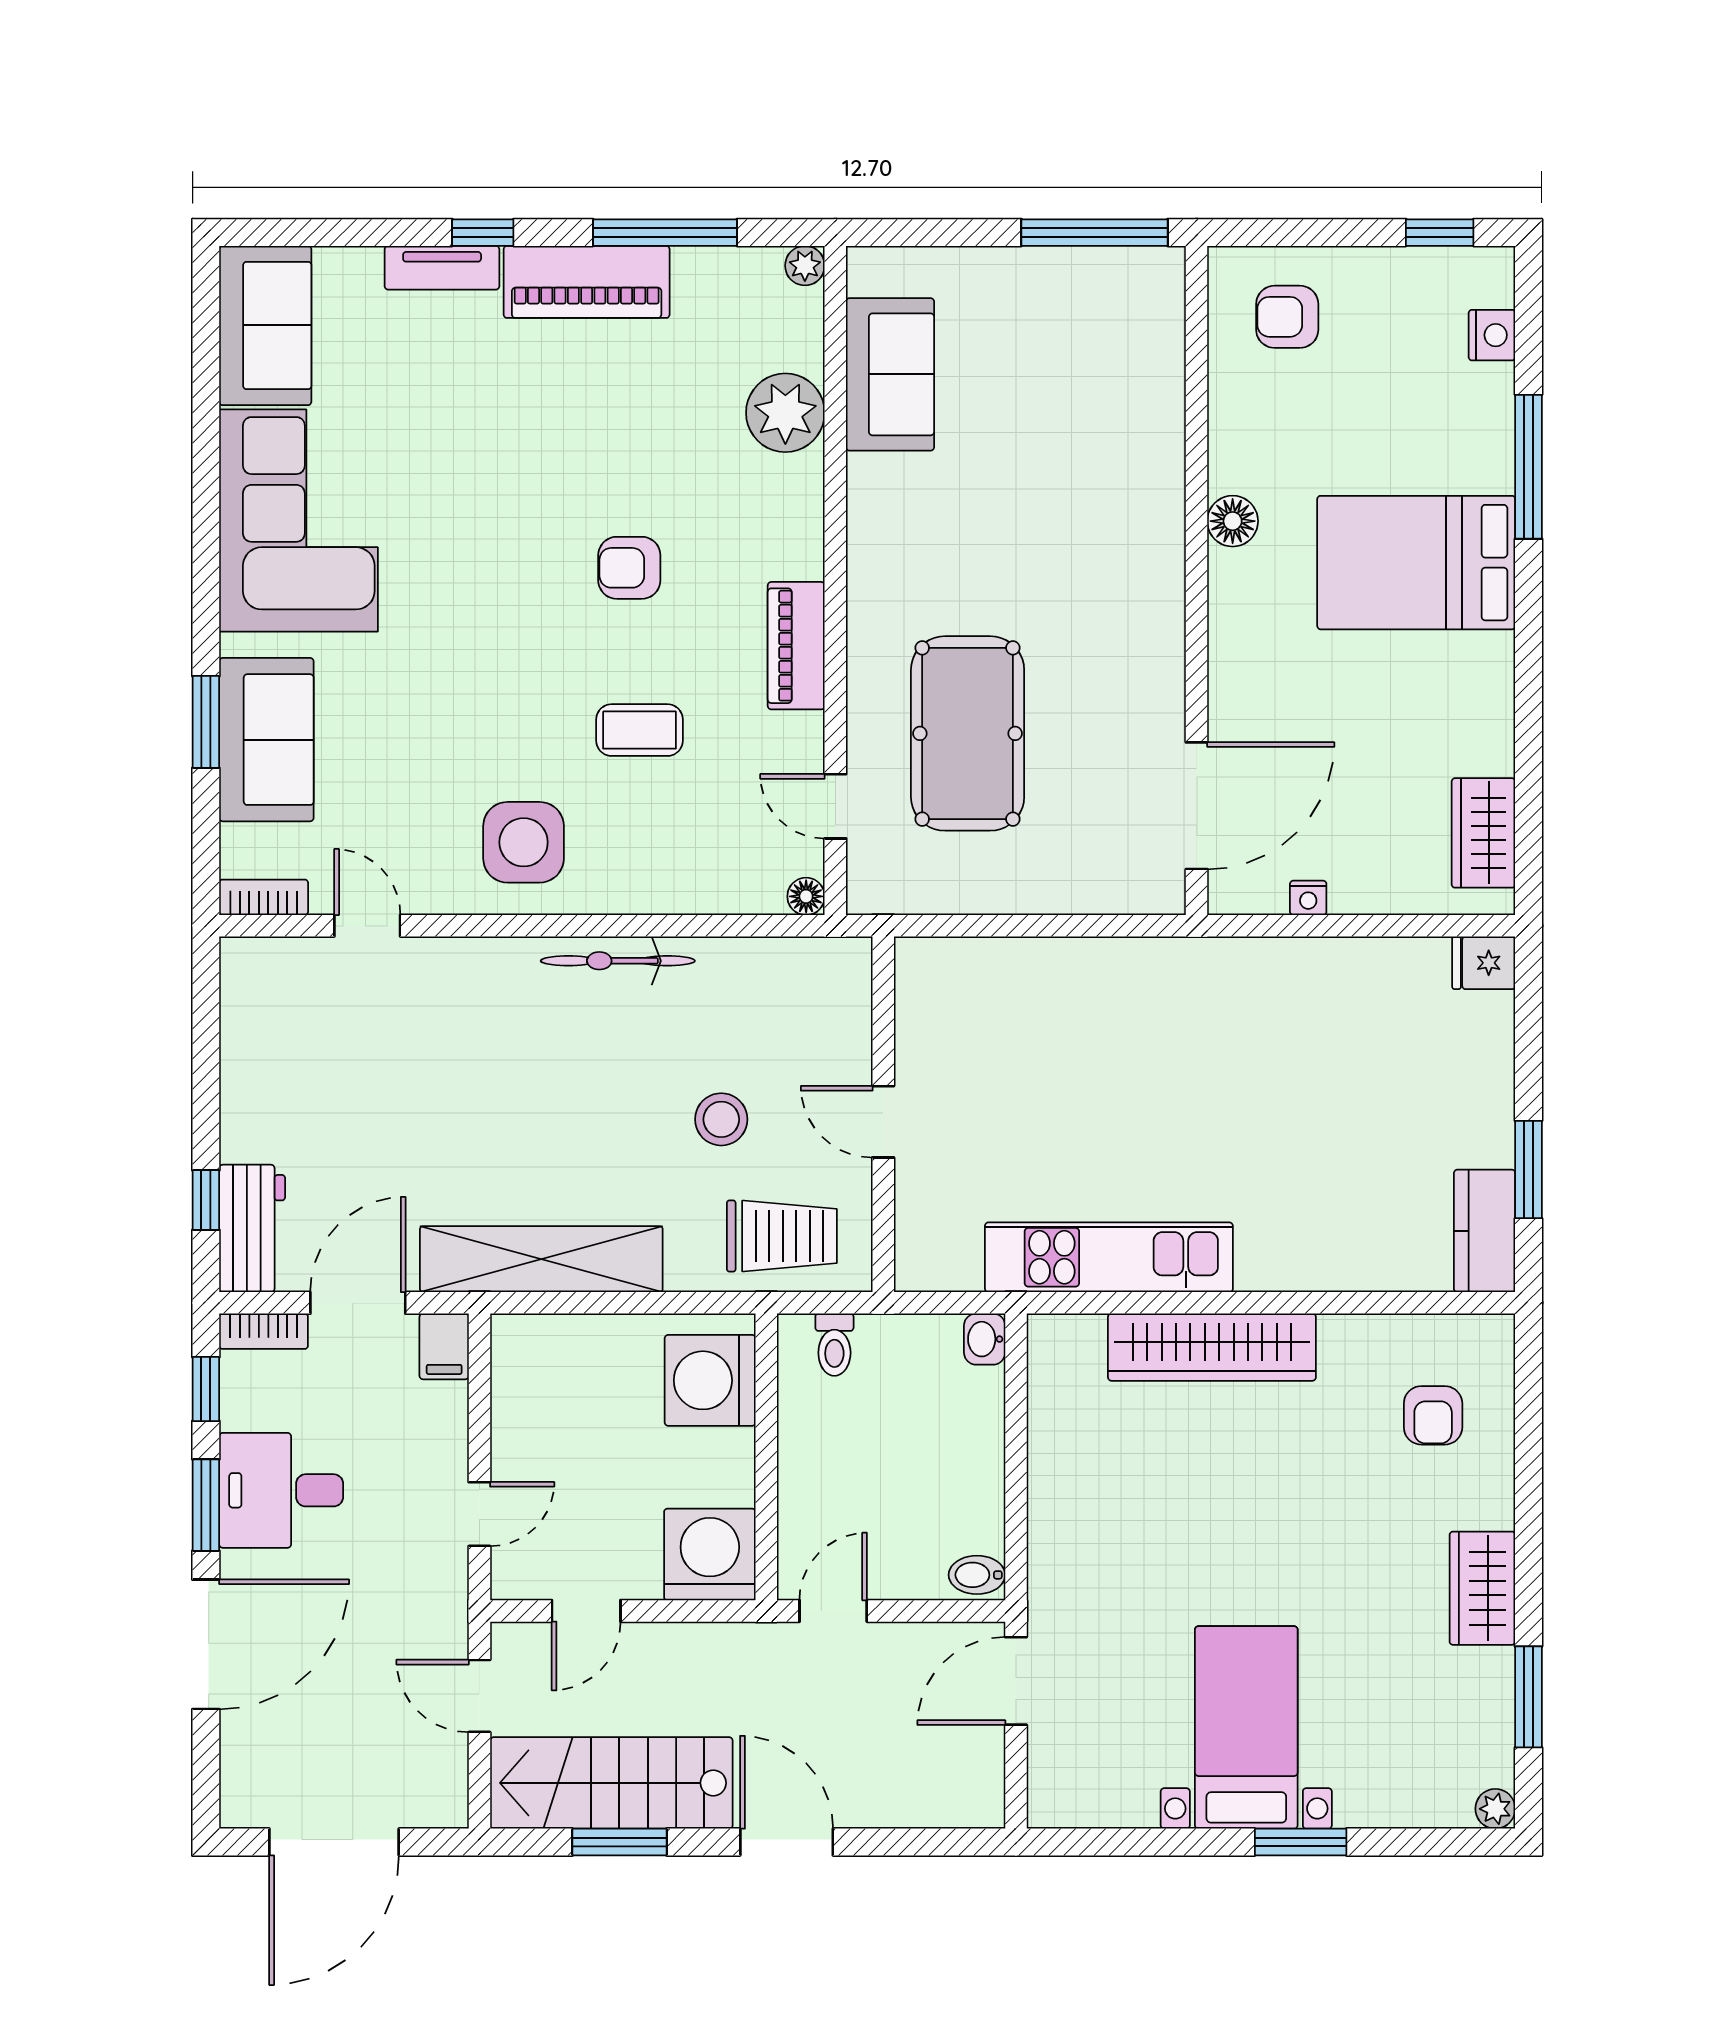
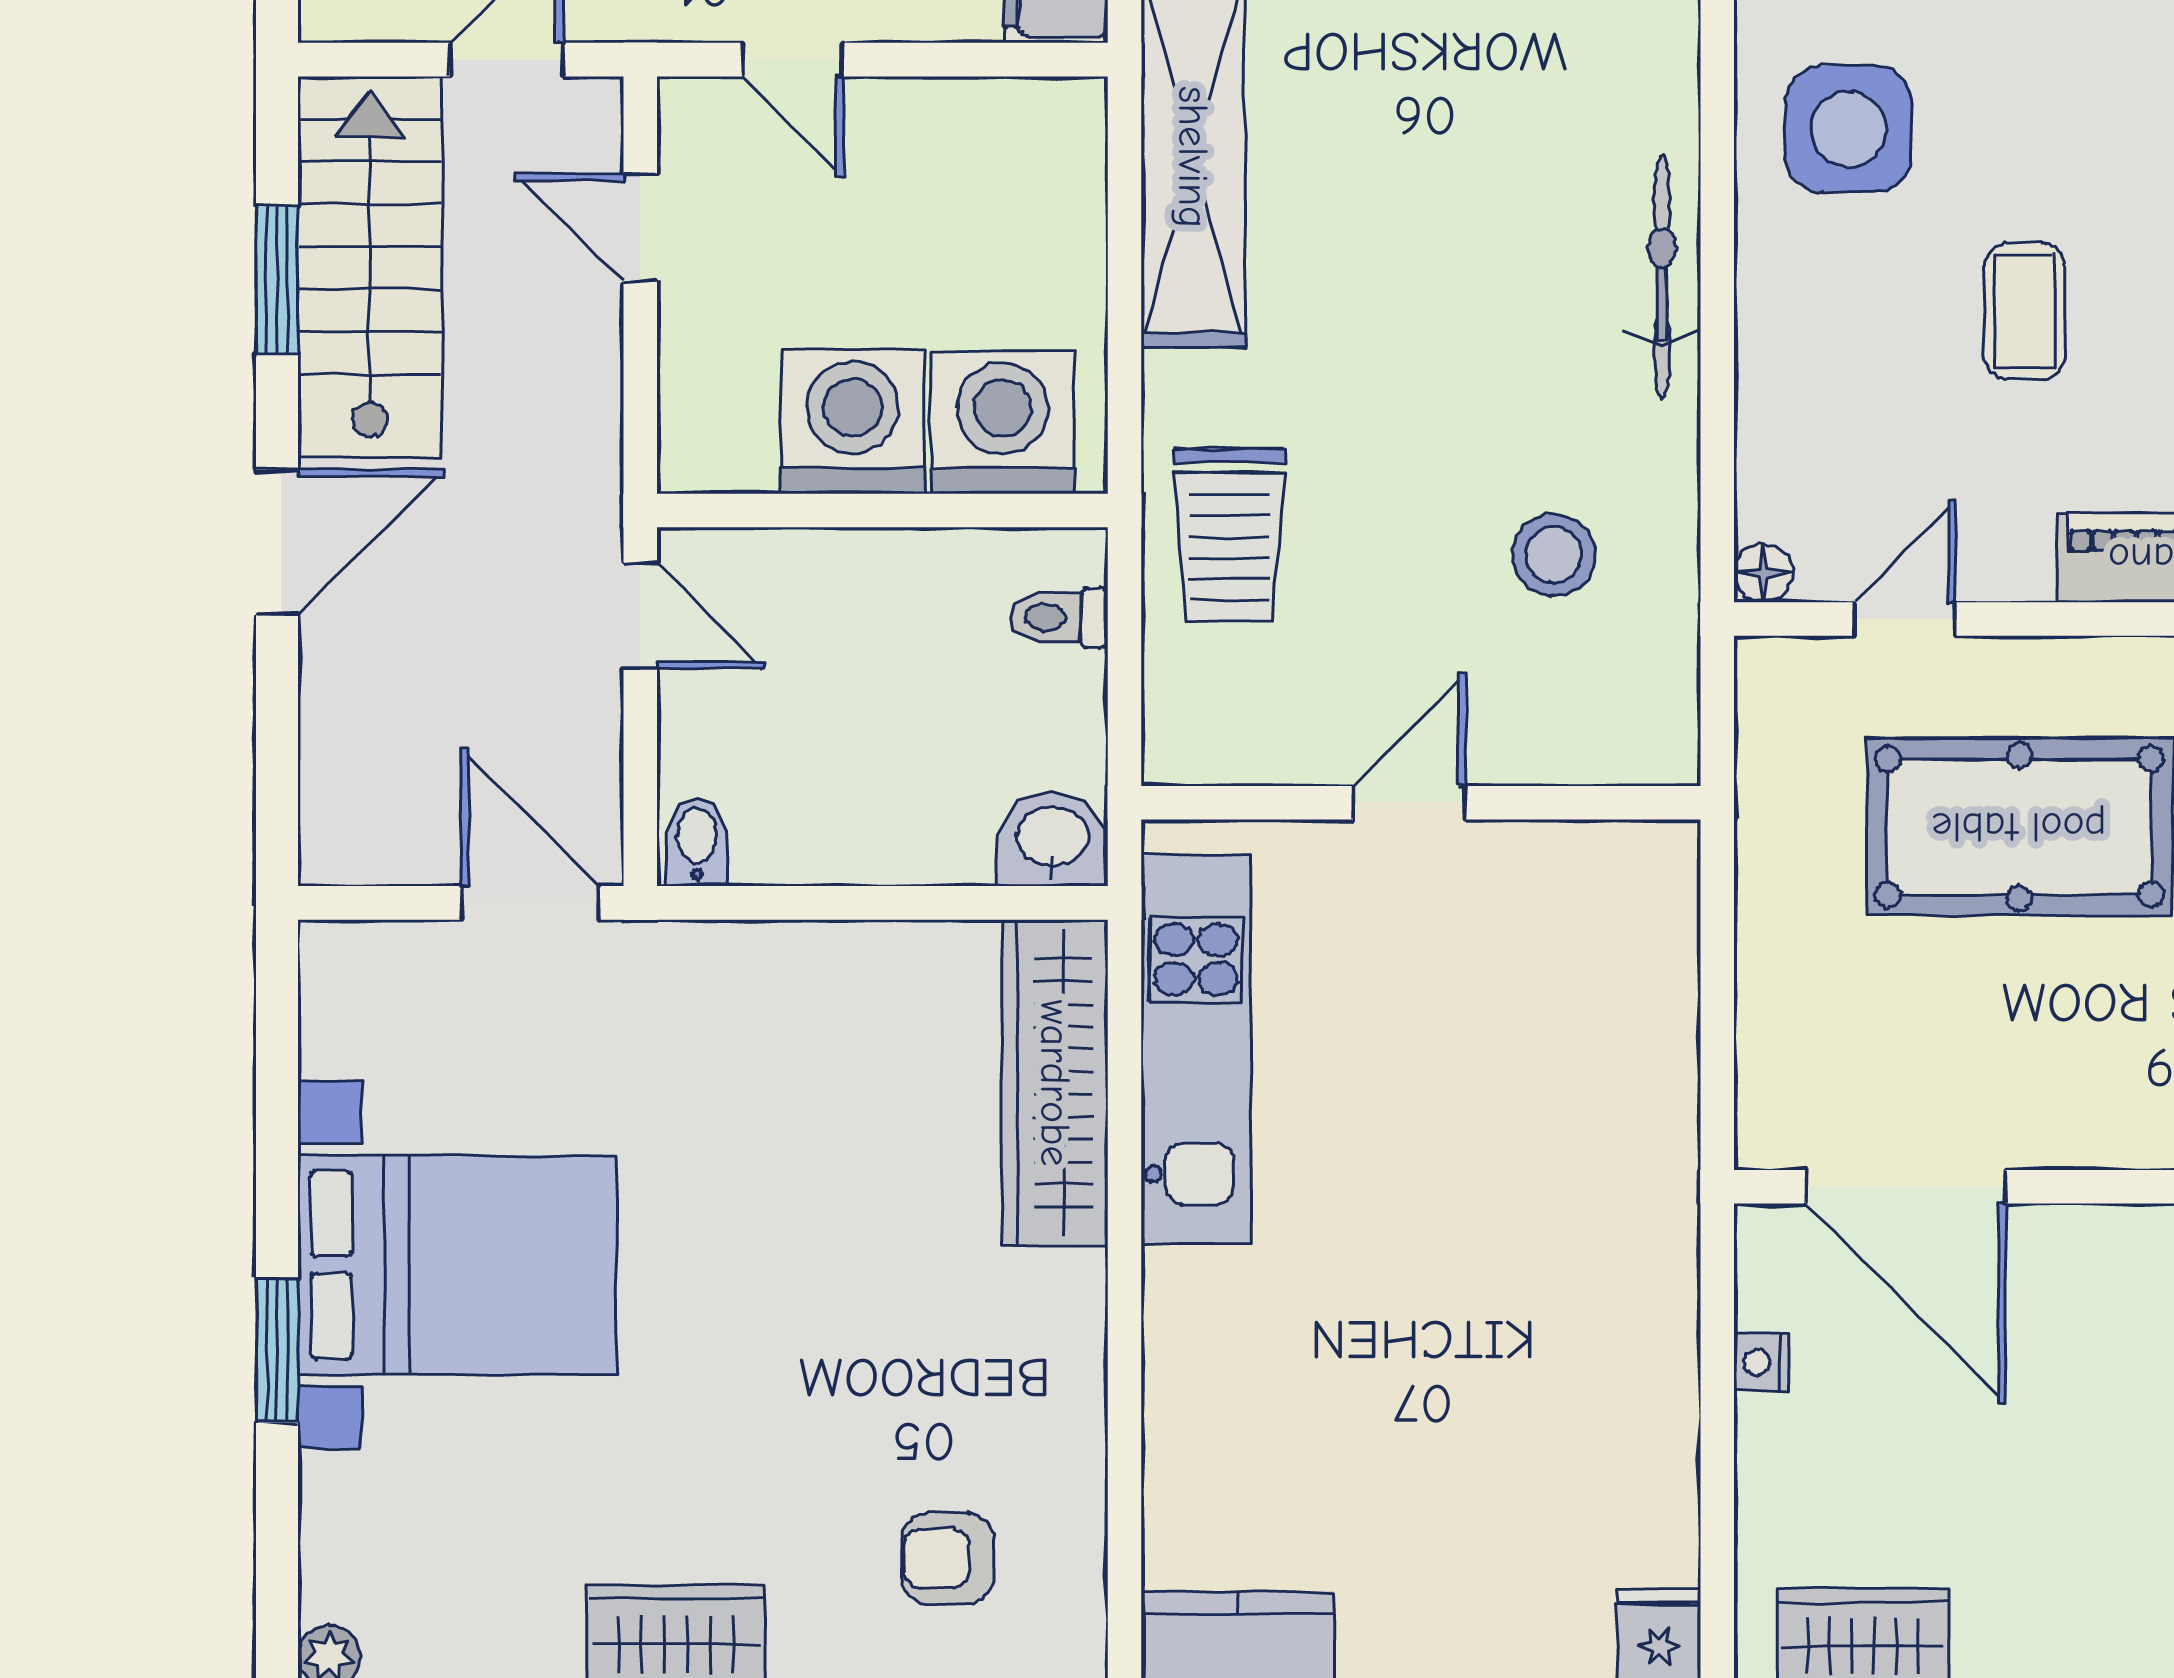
wall: (883, 1114) -> (1421, 803), moved
stool: (721, 1119) -> (1554, 555), moved
door: (883, 1122) -> (1409, 803), moved
washbasin: (985, 1339) -> (1052, 839), width x1.38, depth x1.45
wardrobe: (1212, 1347) -> (1055, 1083), moved
washing machine: (710, 1554) -> (853, 422), moved, turned -90
bed with nightstands: (1246, 1727) -> (457, 1265), width x1.36

